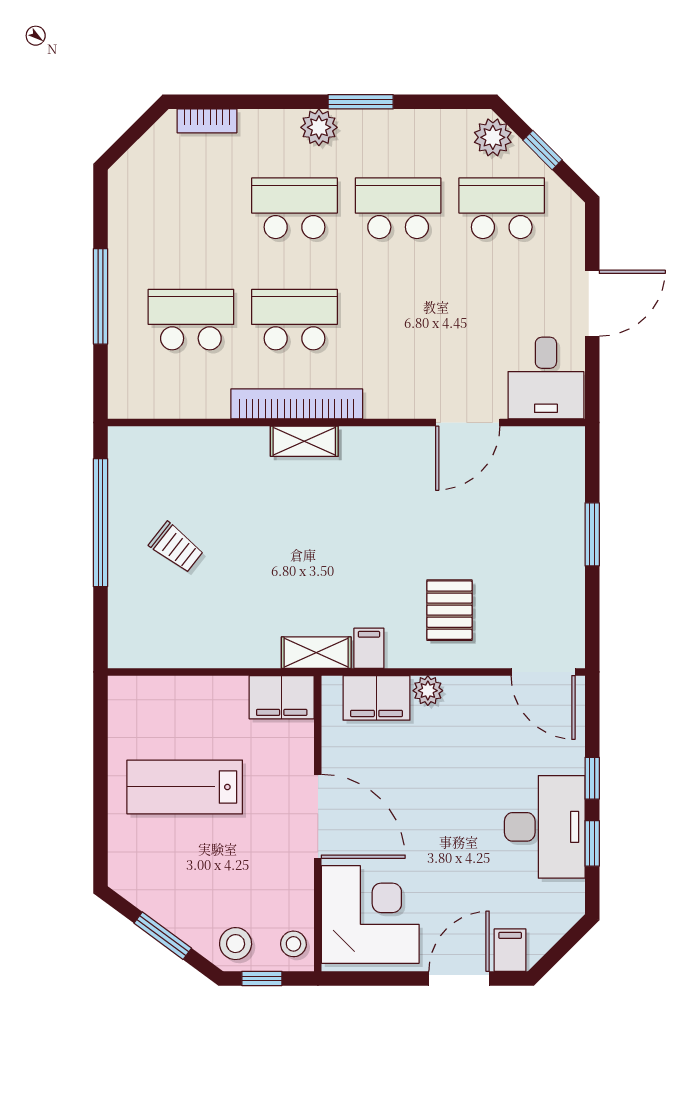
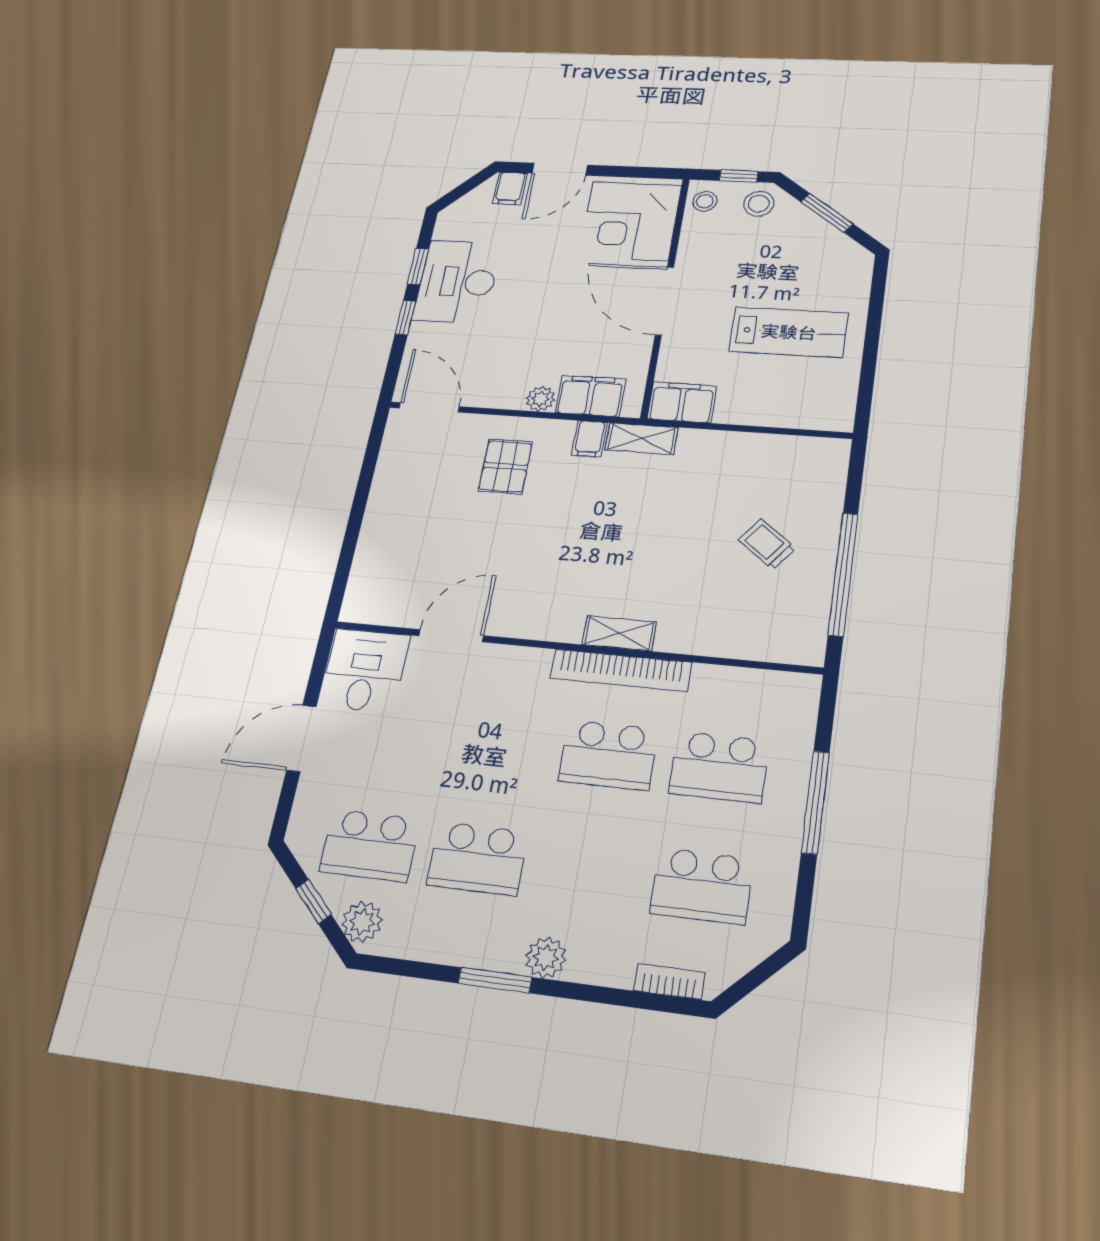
school desk: (295, 208) -> (702, 886), moved
window: (592, 534) -> (355, 522), removed

